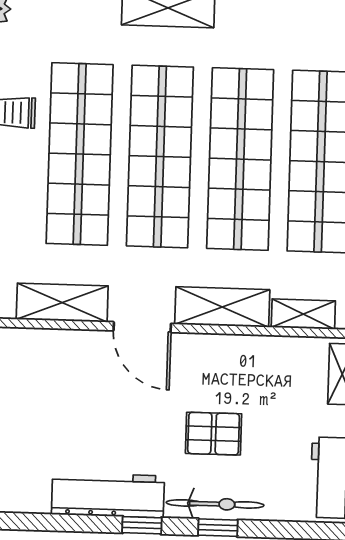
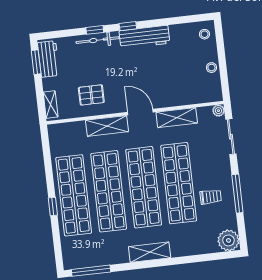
shelving: (303, 314) -> (71, 128), removed
pallet: (214, 434) -> (91, 95), moved

